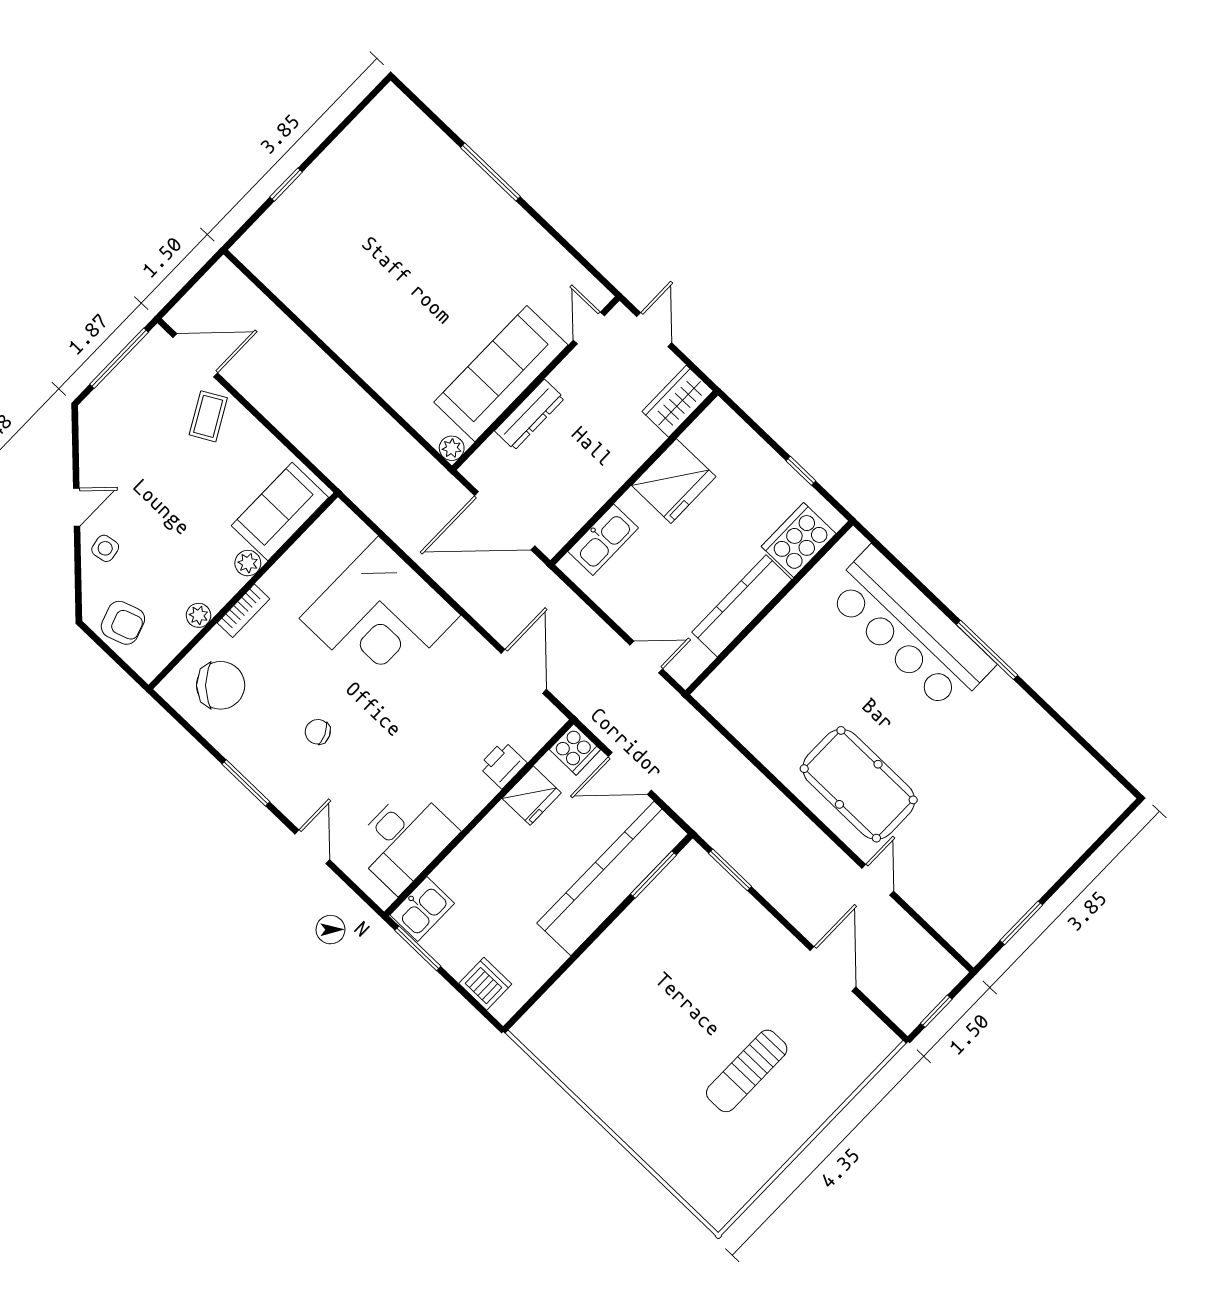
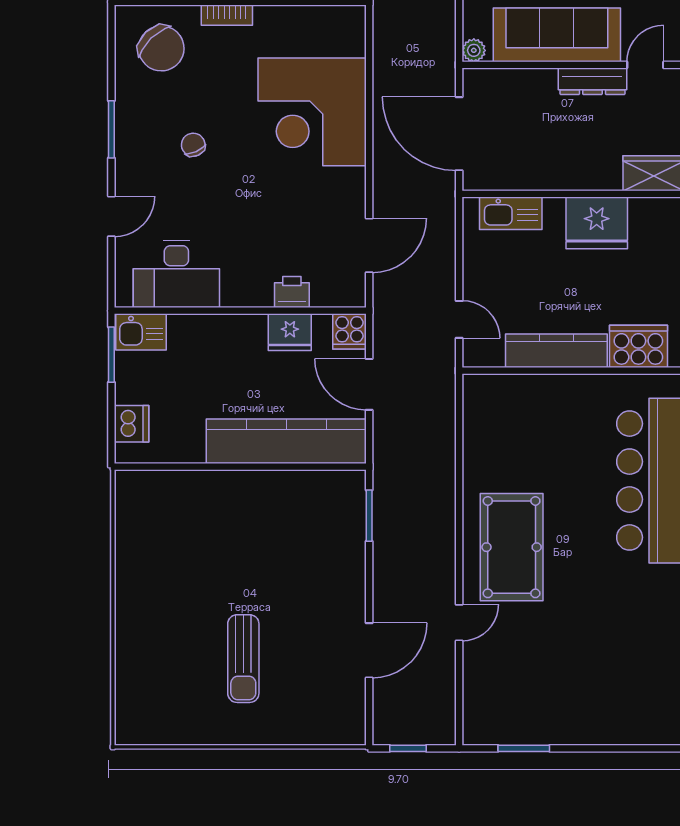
dresser: (530, 415) -> (592, 81), moved
window: (653, 875) -> (316, 467), removed
sun lounger: (747, 1071) -> (243, 659), turned -90

